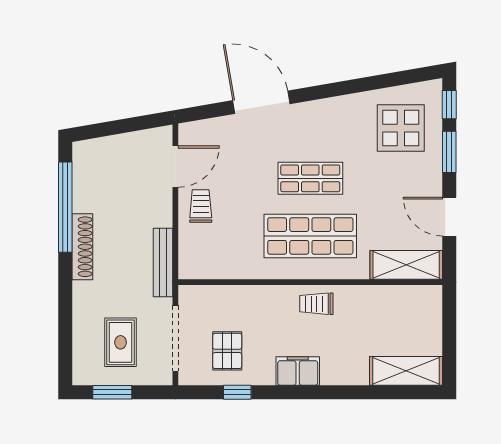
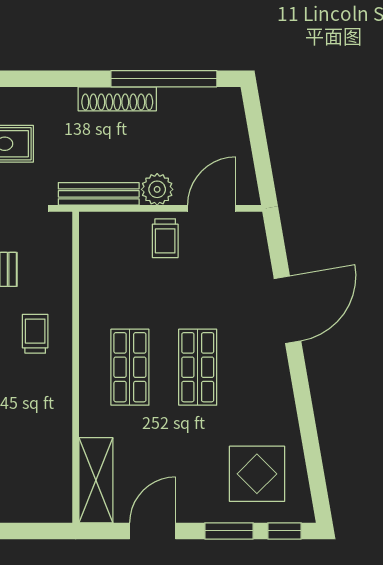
door: (175, 166) -> (212, 208), swing flipped
trolley: (201, 206) -> (165, 238), turned 90
plant: (159, 213) -> (157, 189), added
shop shelf: (310, 236) -> (130, 367), width x0.70, depth x0.74
trolley: (316, 304) -> (35, 334), moved

